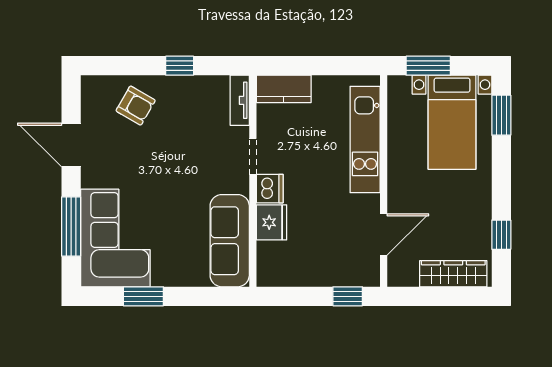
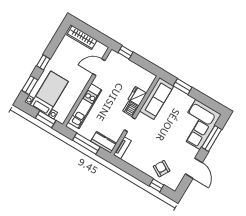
window: (180, 66) -> (156, 185), moved
window: (317, 66) -> (86, 144), added
window: (501, 235) -> (43, 62), moved
window: (143, 296) -> (183, 86), moved

